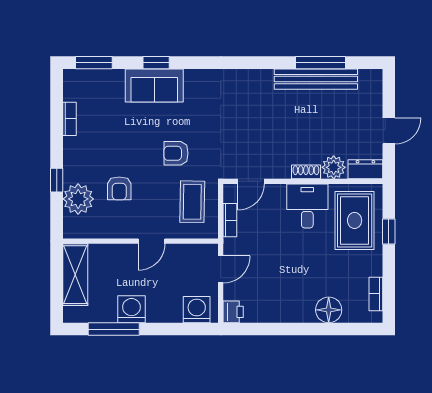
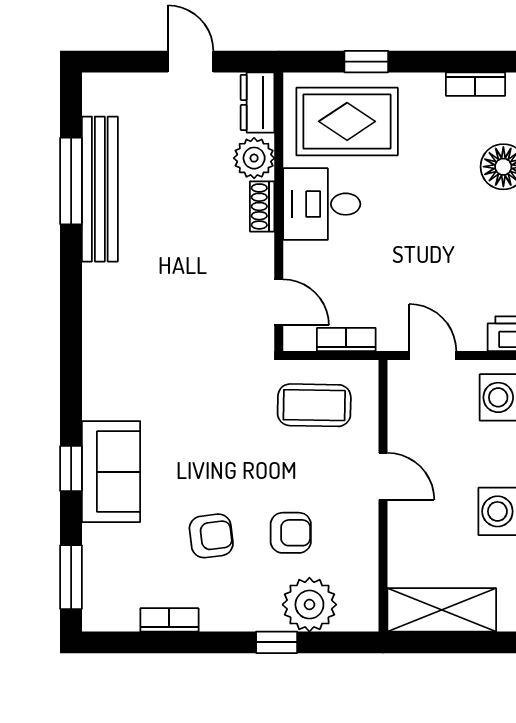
armchair: (176, 153) -> (211, 536), moved, turned -97

